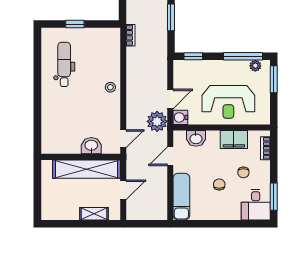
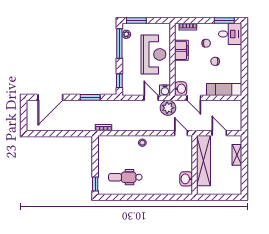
window: (75, 24) -> (95, 184), moved
washbasin: (196, 138) -> (181, 89), moved
washbasin: (91, 146) -> (186, 179), moved

